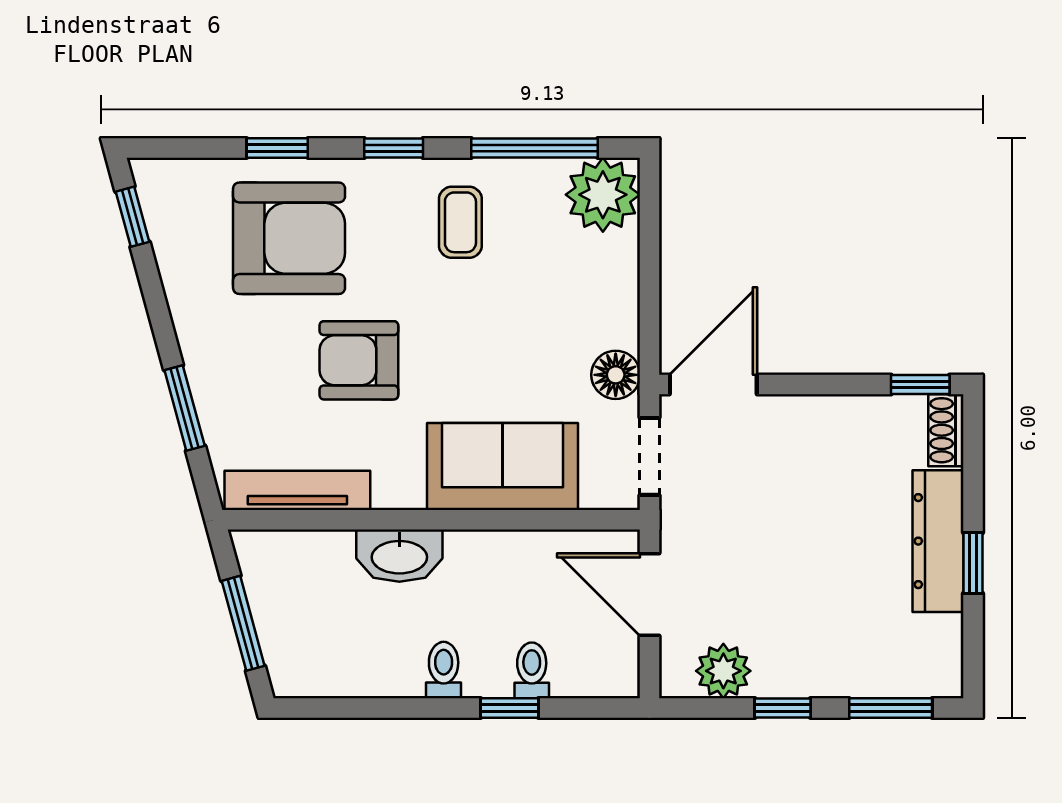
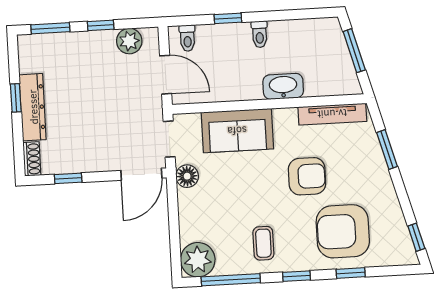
window: (920, 385) -> (68, 178), moved
toilet: (532, 670) -> (187, 38), moved

